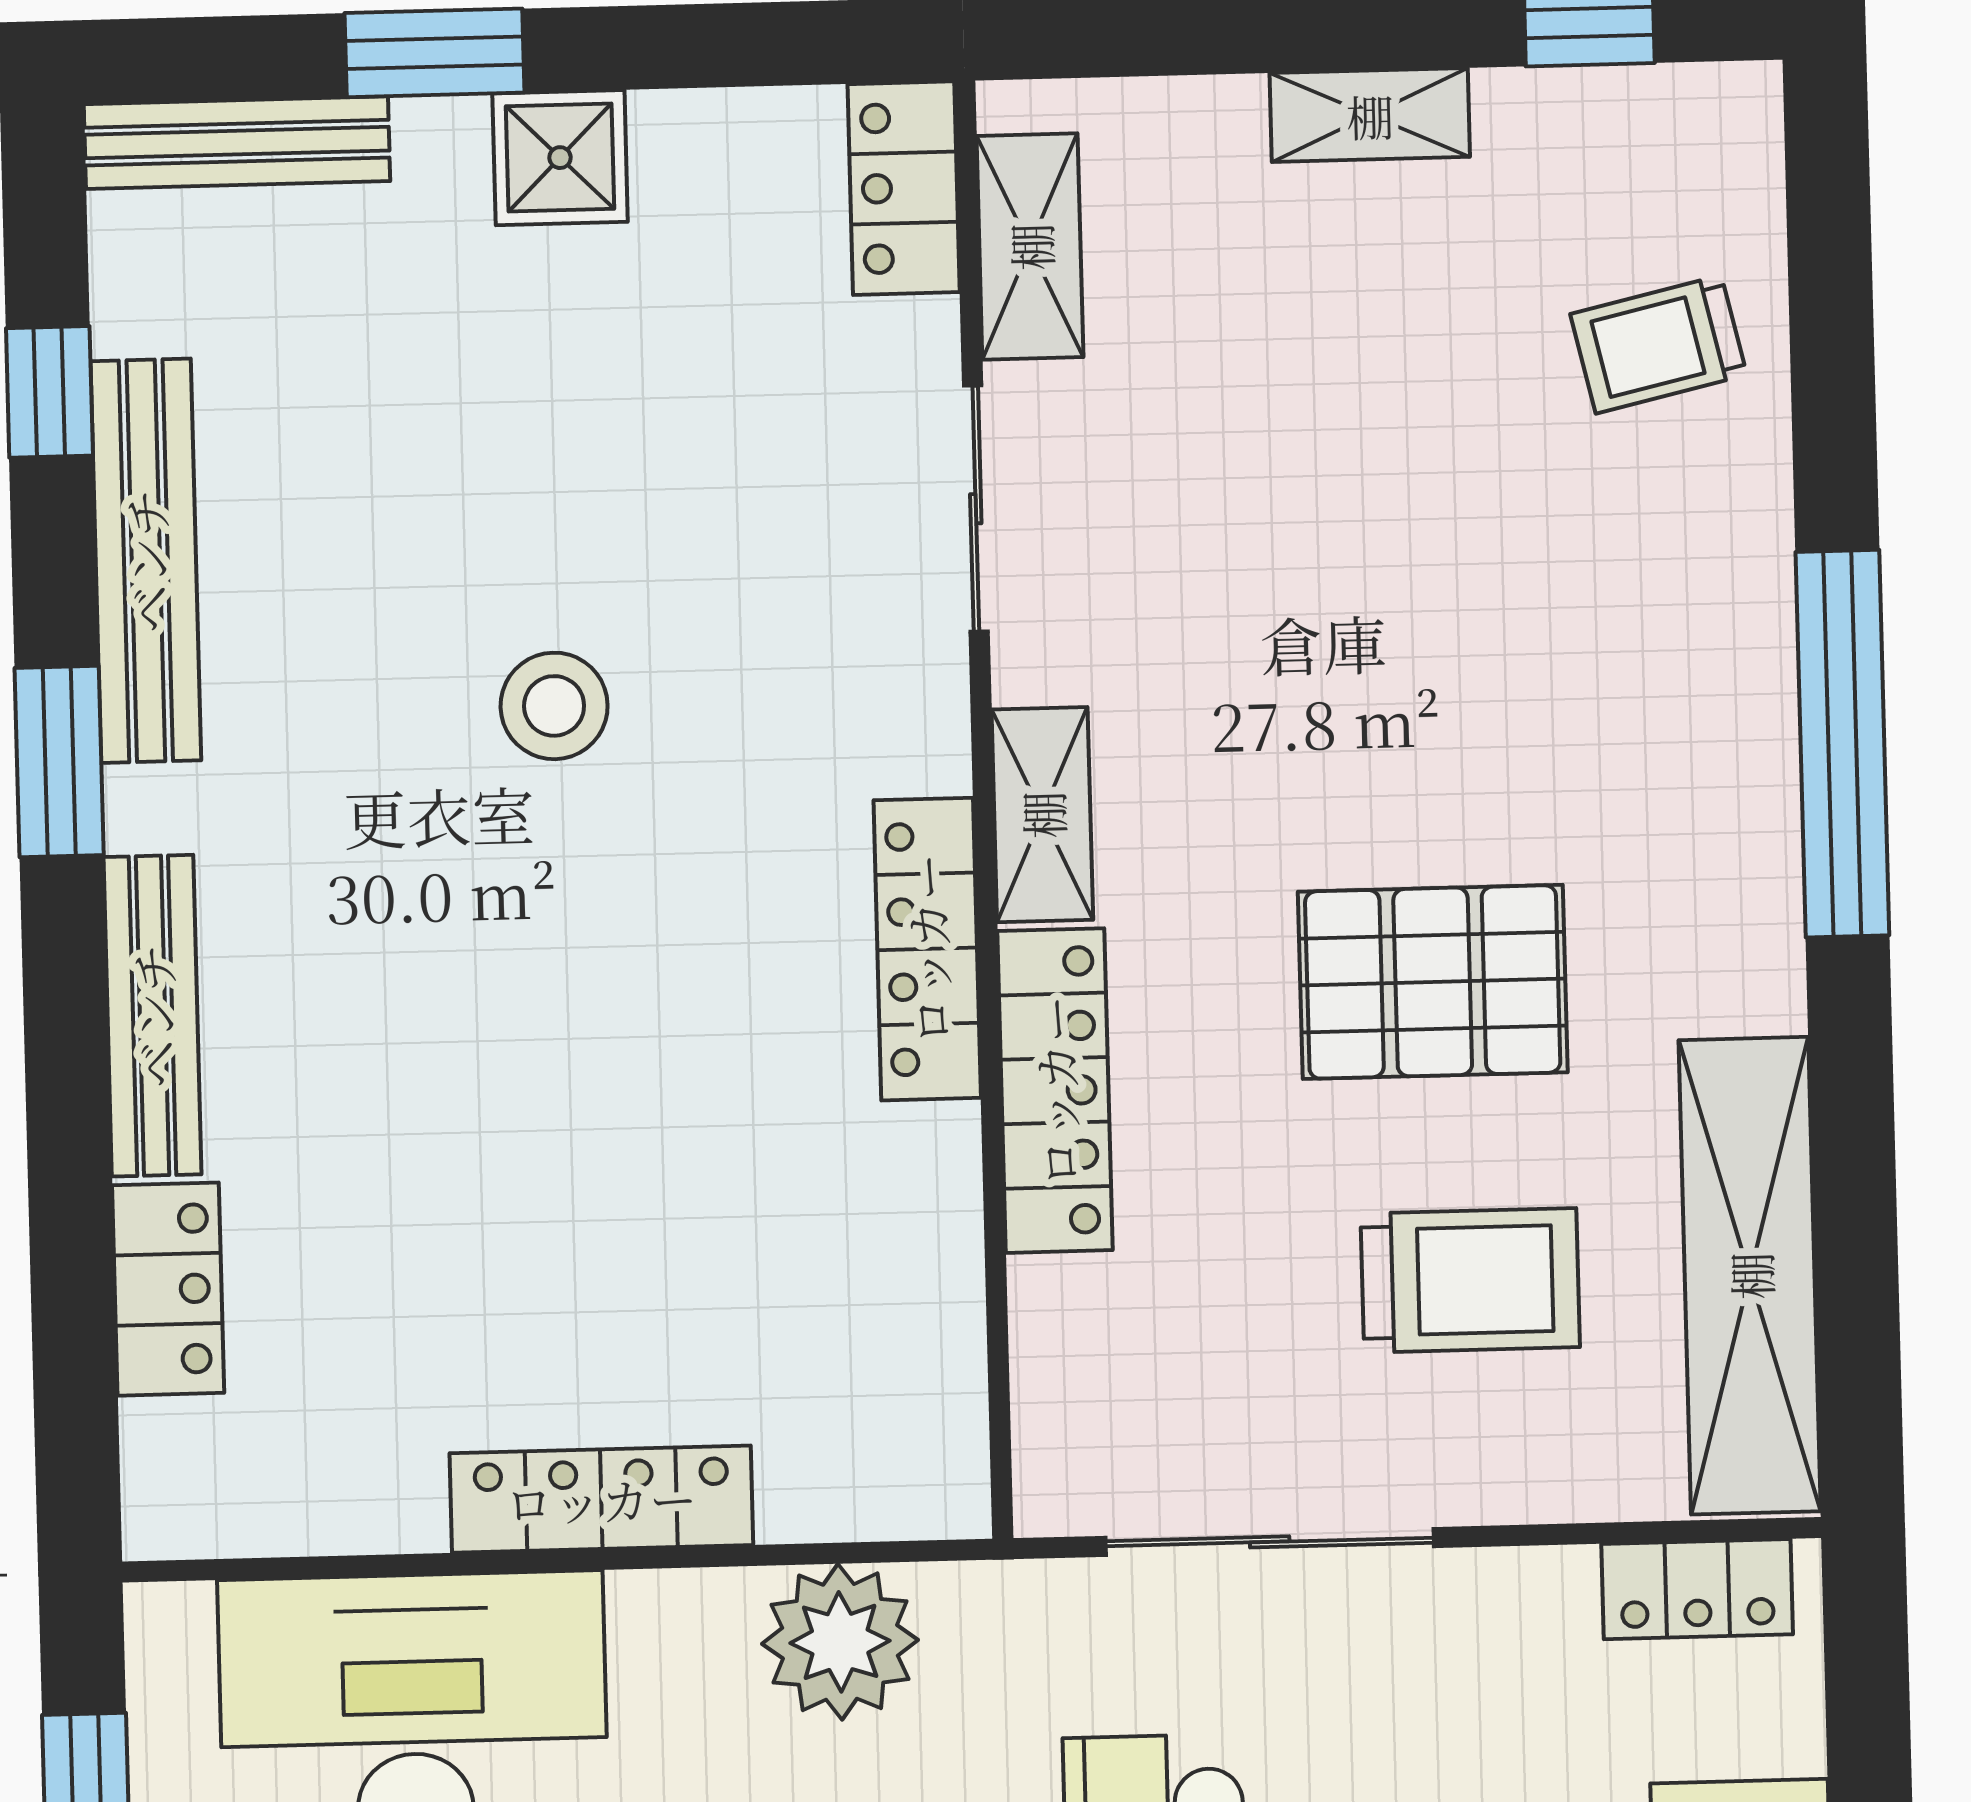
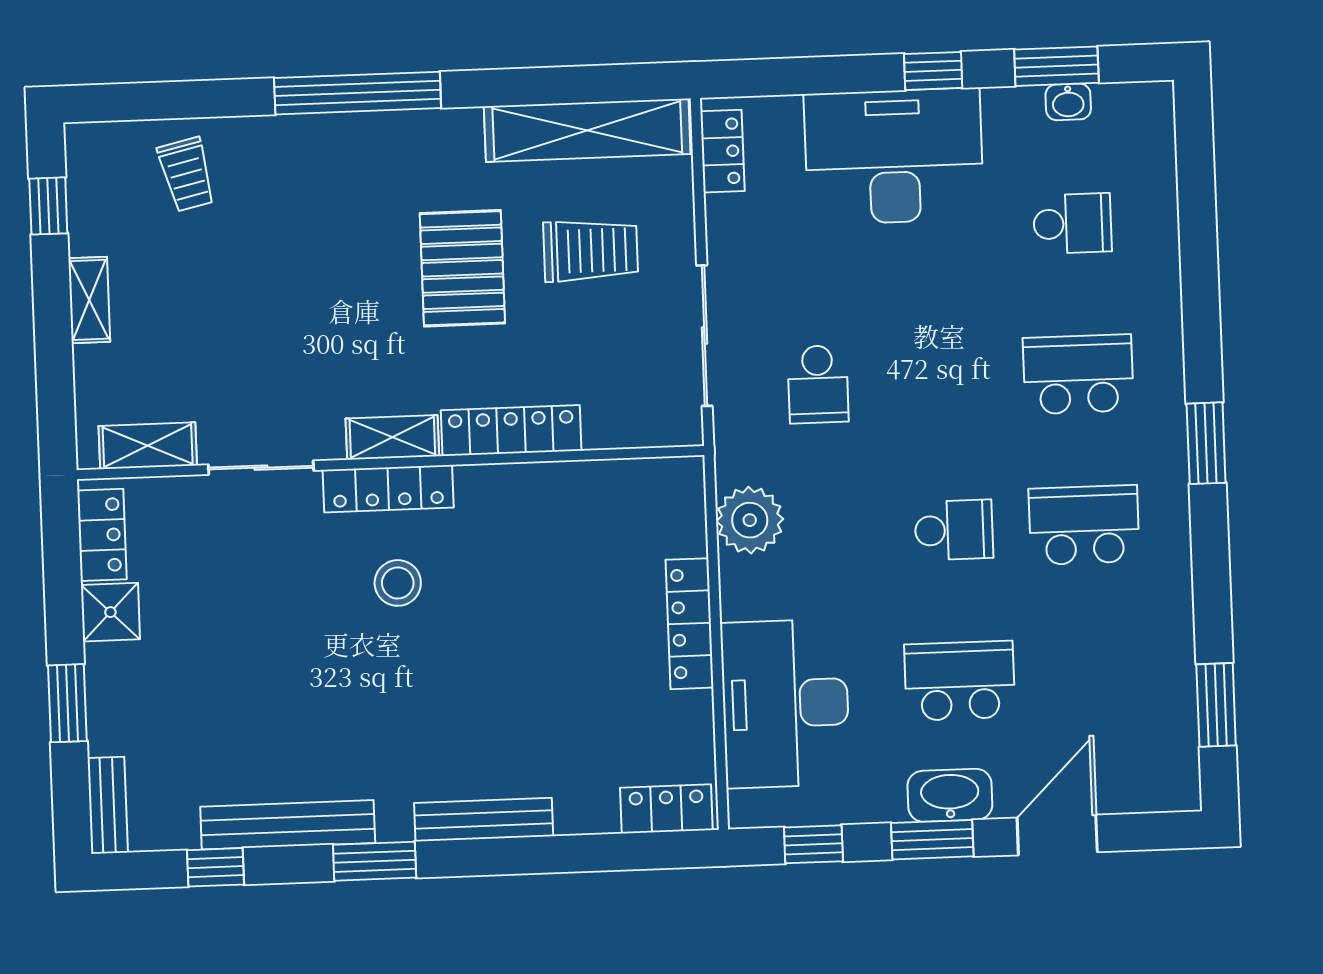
bench: (237, 143) -> (108, 805), width x0.73
shower: (560, 158) -> (110, 612), moved
locker: (904, 188) -> (102, 535), moved, turned -90
stool: (554, 706) -> (398, 583), moved
locker: (927, 949) -> (388, 489), moved
trolley: (1470, 1280) -> (591, 251), turned 90
locker: (168, 1289) -> (666, 809), moved

